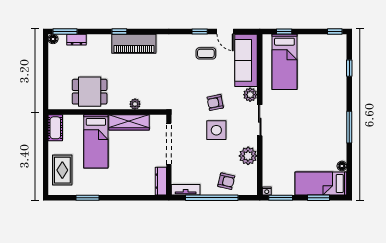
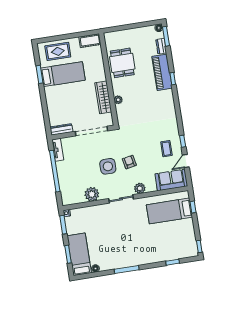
piano: (134, 44) -> (162, 72), moved
sofa: (246, 60) -> (171, 180), width x0.73
bed: (96, 141) -> (63, 74), moved, turned 180
armchair: (226, 181) -> (69, 180), removed

